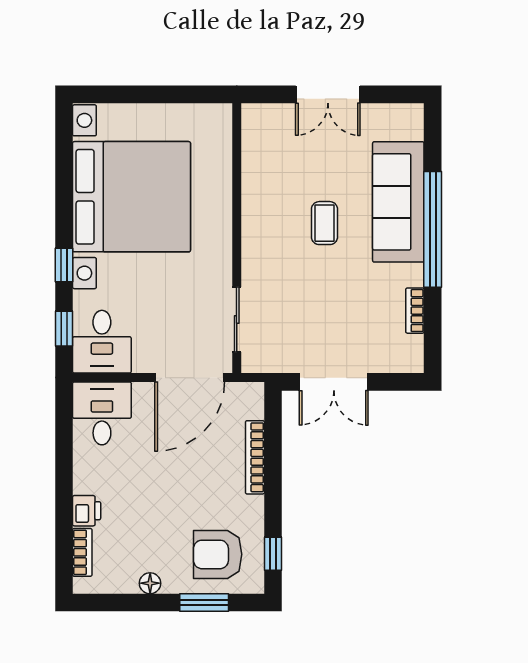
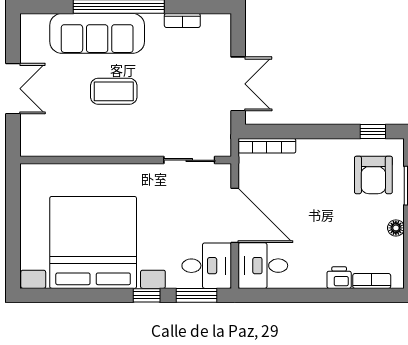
coffee table: (324, 223) -> (114, 91), width x1.36, depth x1.30
window: (64, 329) -> (196, 295), width x1.50
door: (190, 378) -> (235, 215), moved
bookcase: (255, 457) -> (267, 146), moved

